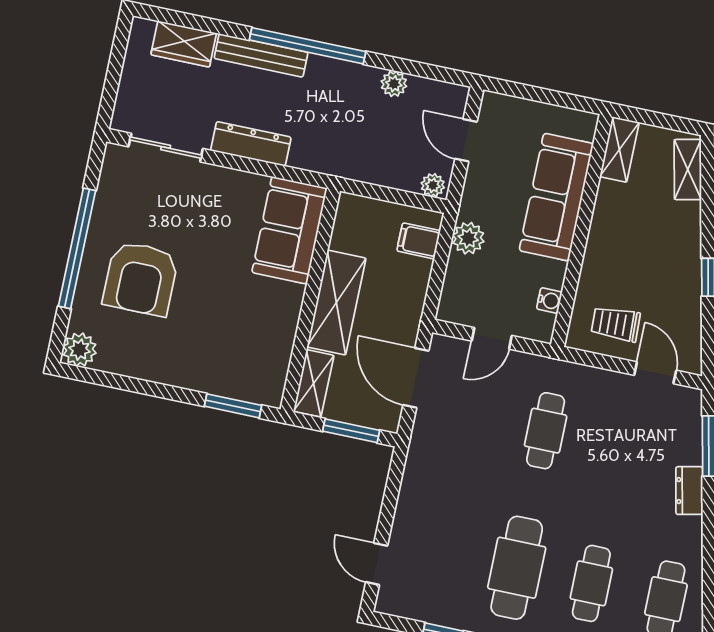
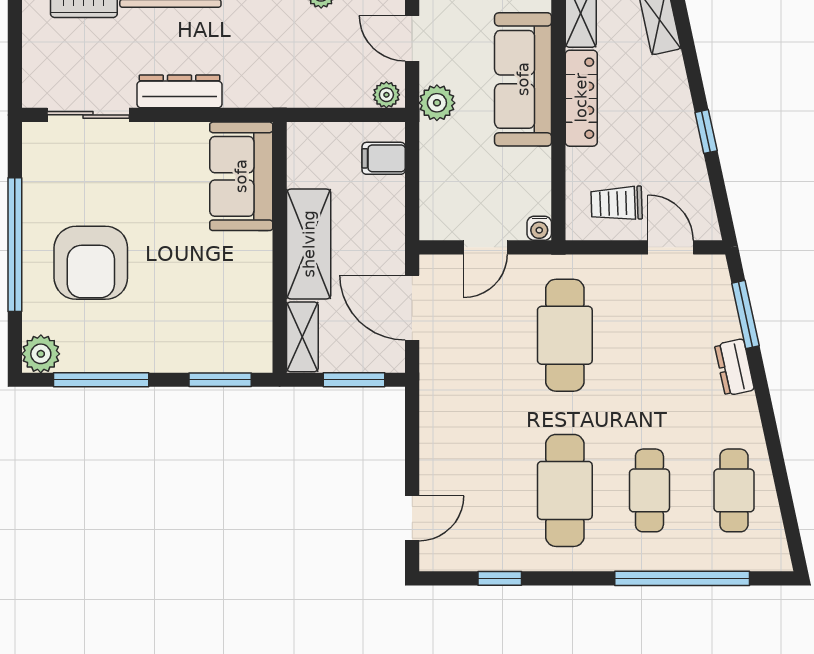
locker: (604, 225) -> (581, 98), added
plant: (468, 238) -> (437, 103), moved
water cooler: (549, 300) -> (539, 228), moved, turned 90
window: (128, 384) -> (101, 380), added
cafe table: (546, 431) -> (565, 335), width x1.37, depth x1.35
door: (377, 564) -> (412, 518), swing flipped

